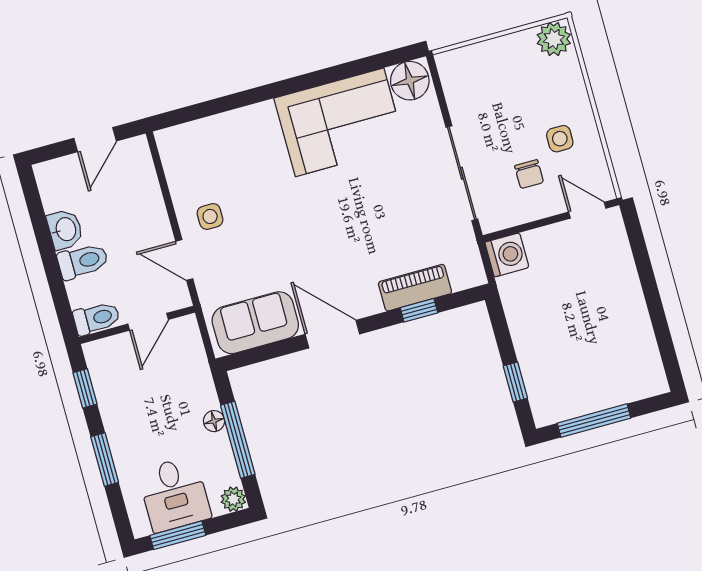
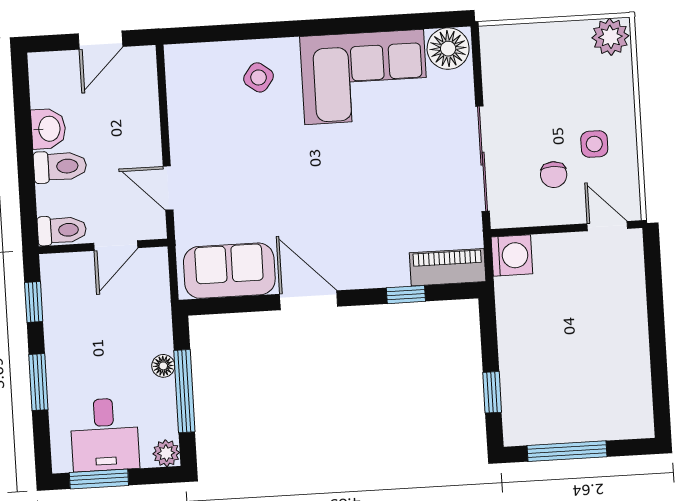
side table: (210, 216) -> (259, 77), moved, turned 37
piano: (415, 288) -> (448, 267), moved

